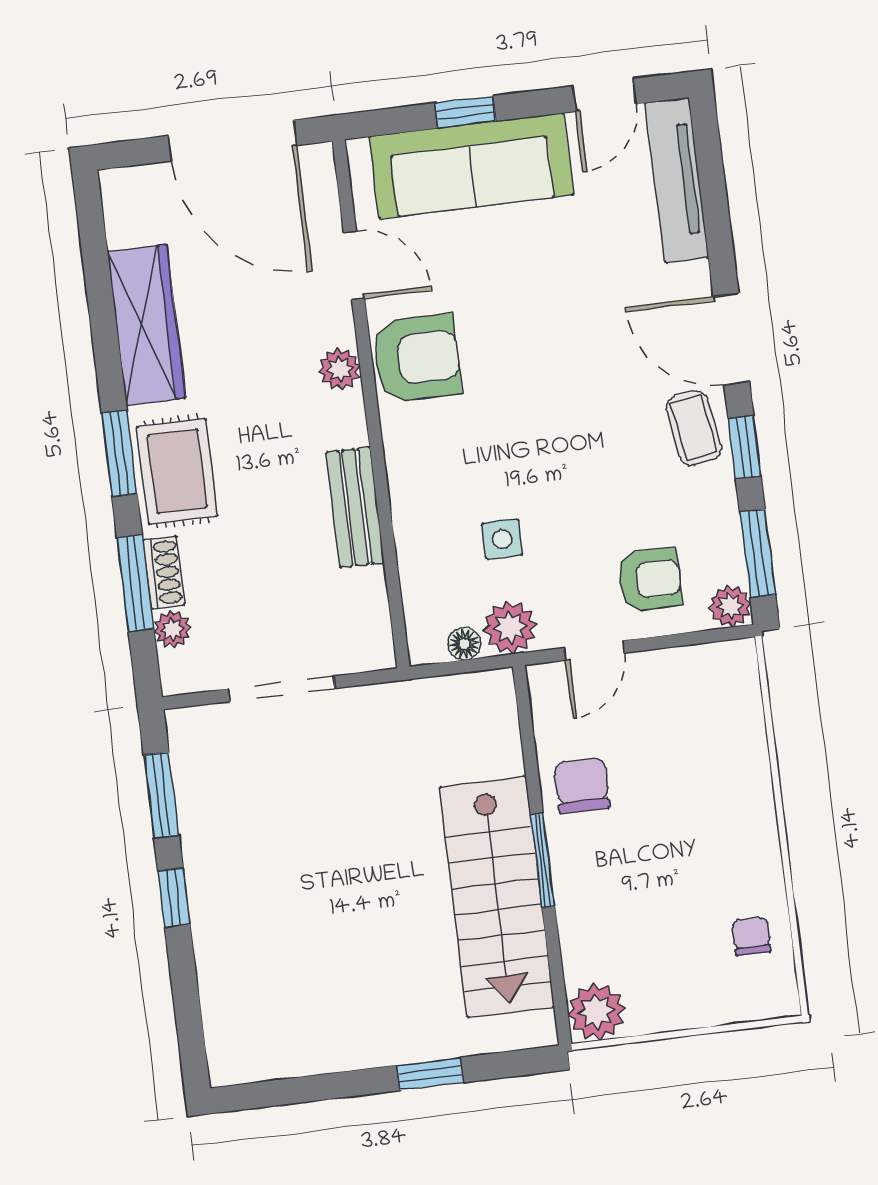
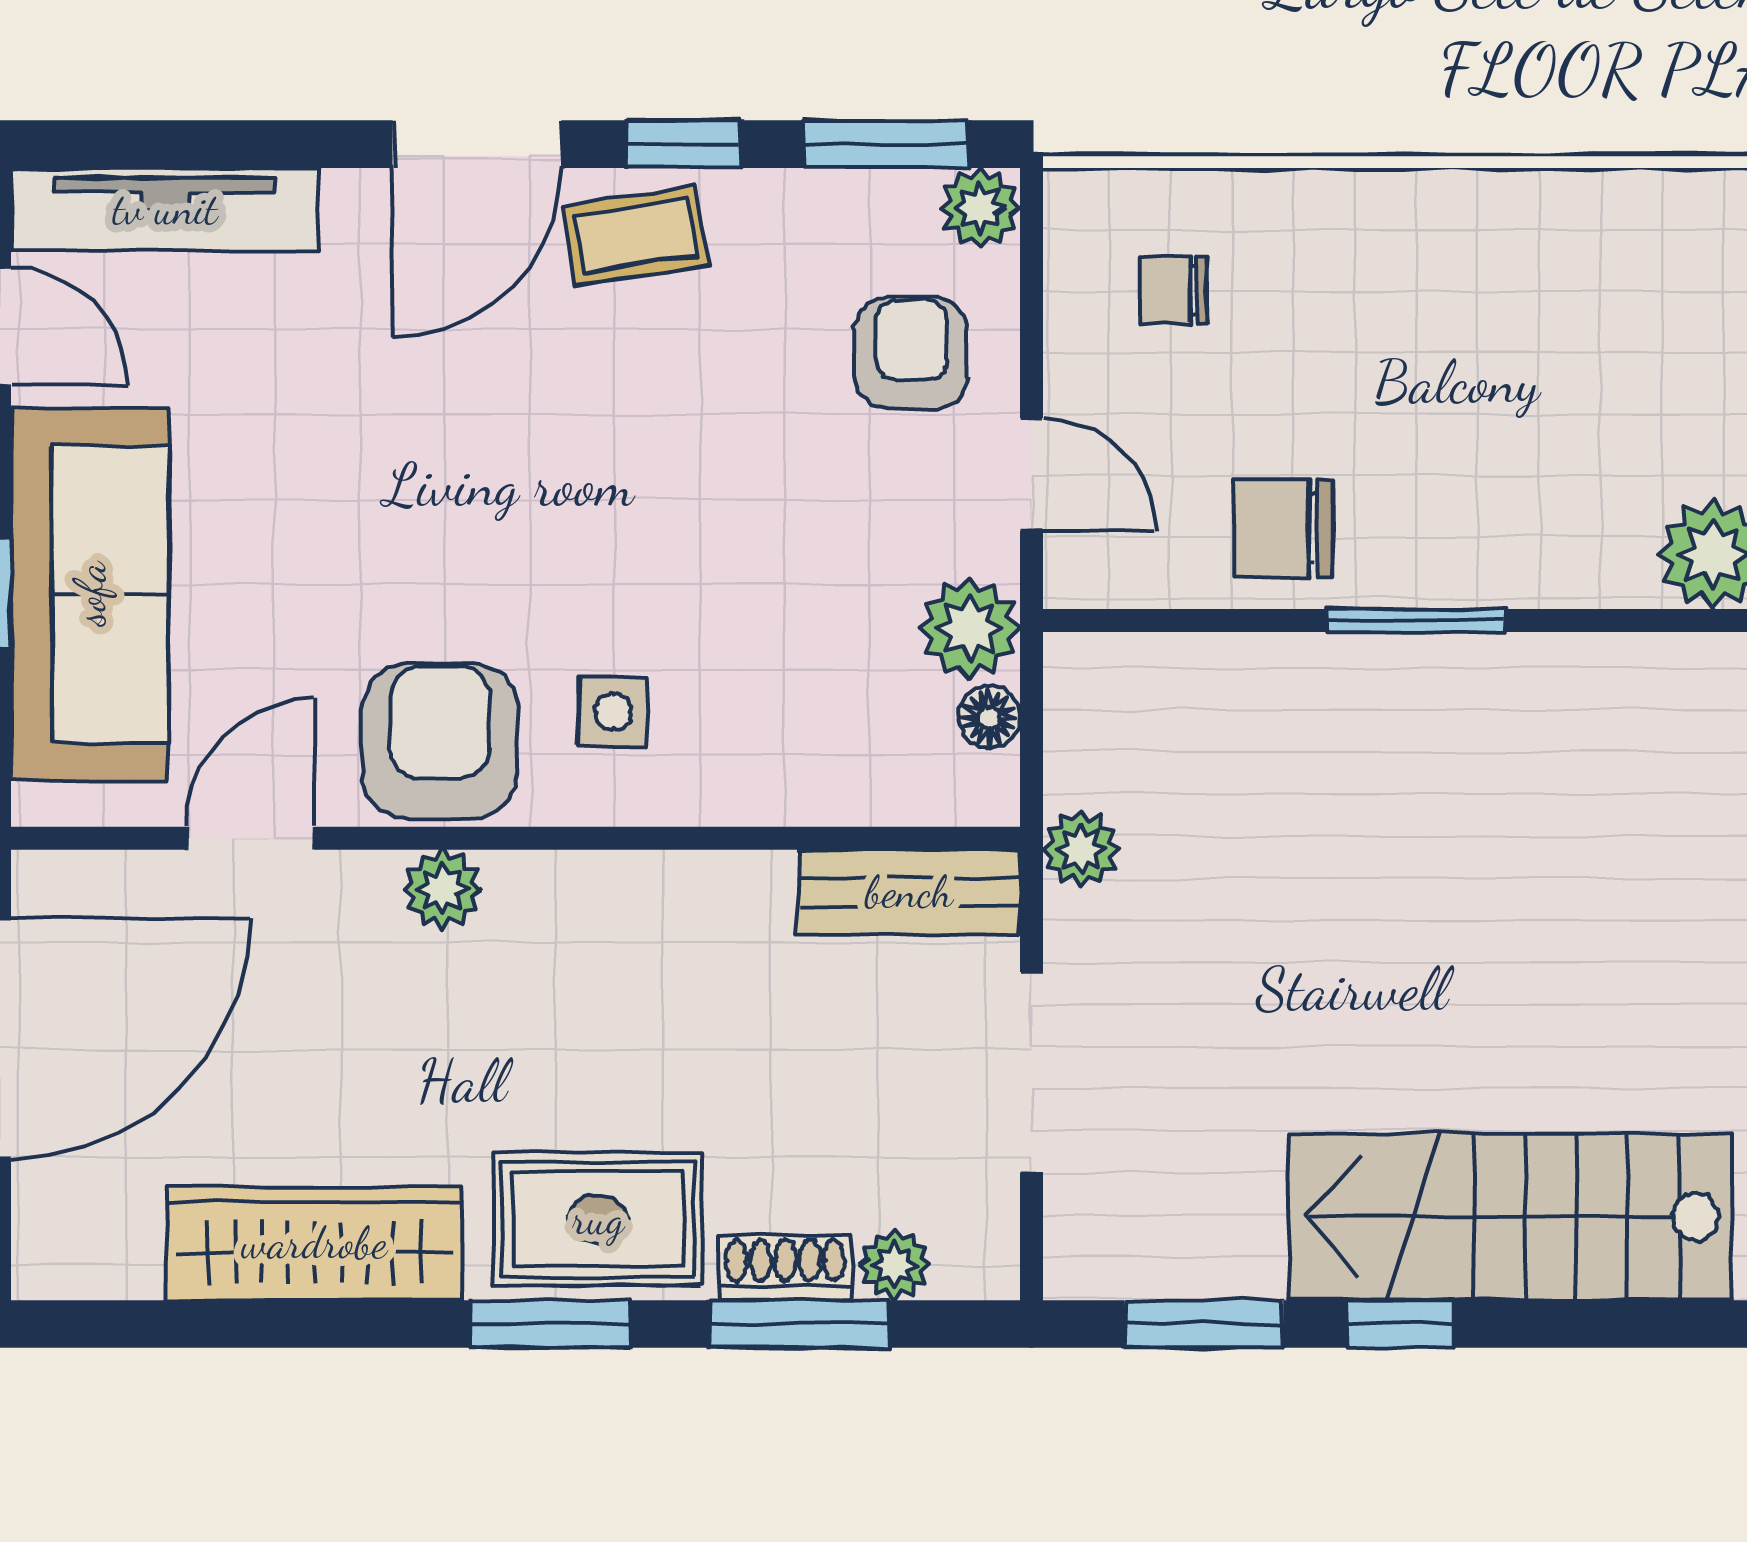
bench: (355, 507) -> (909, 892), moved
side table: (502, 539) -> (613, 712), moved
plant: (402, 700) -> (1081, 849), added
stairs: (497, 897) -> (1510, 1217), moved, turned 180
chair: (751, 936) -> (1173, 290), moved

